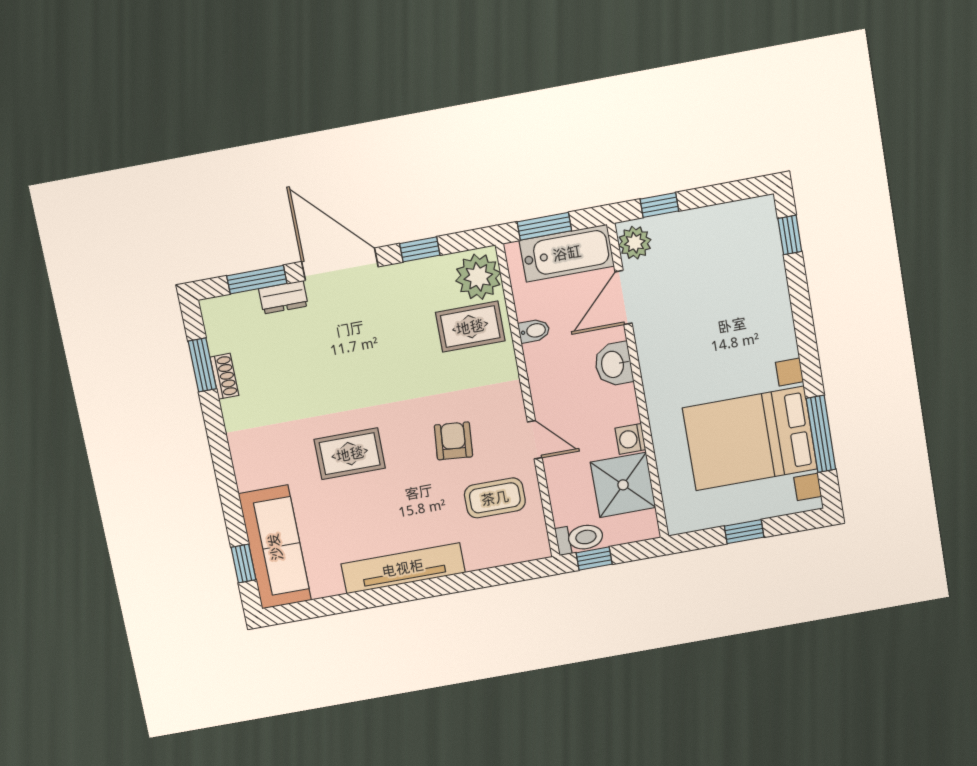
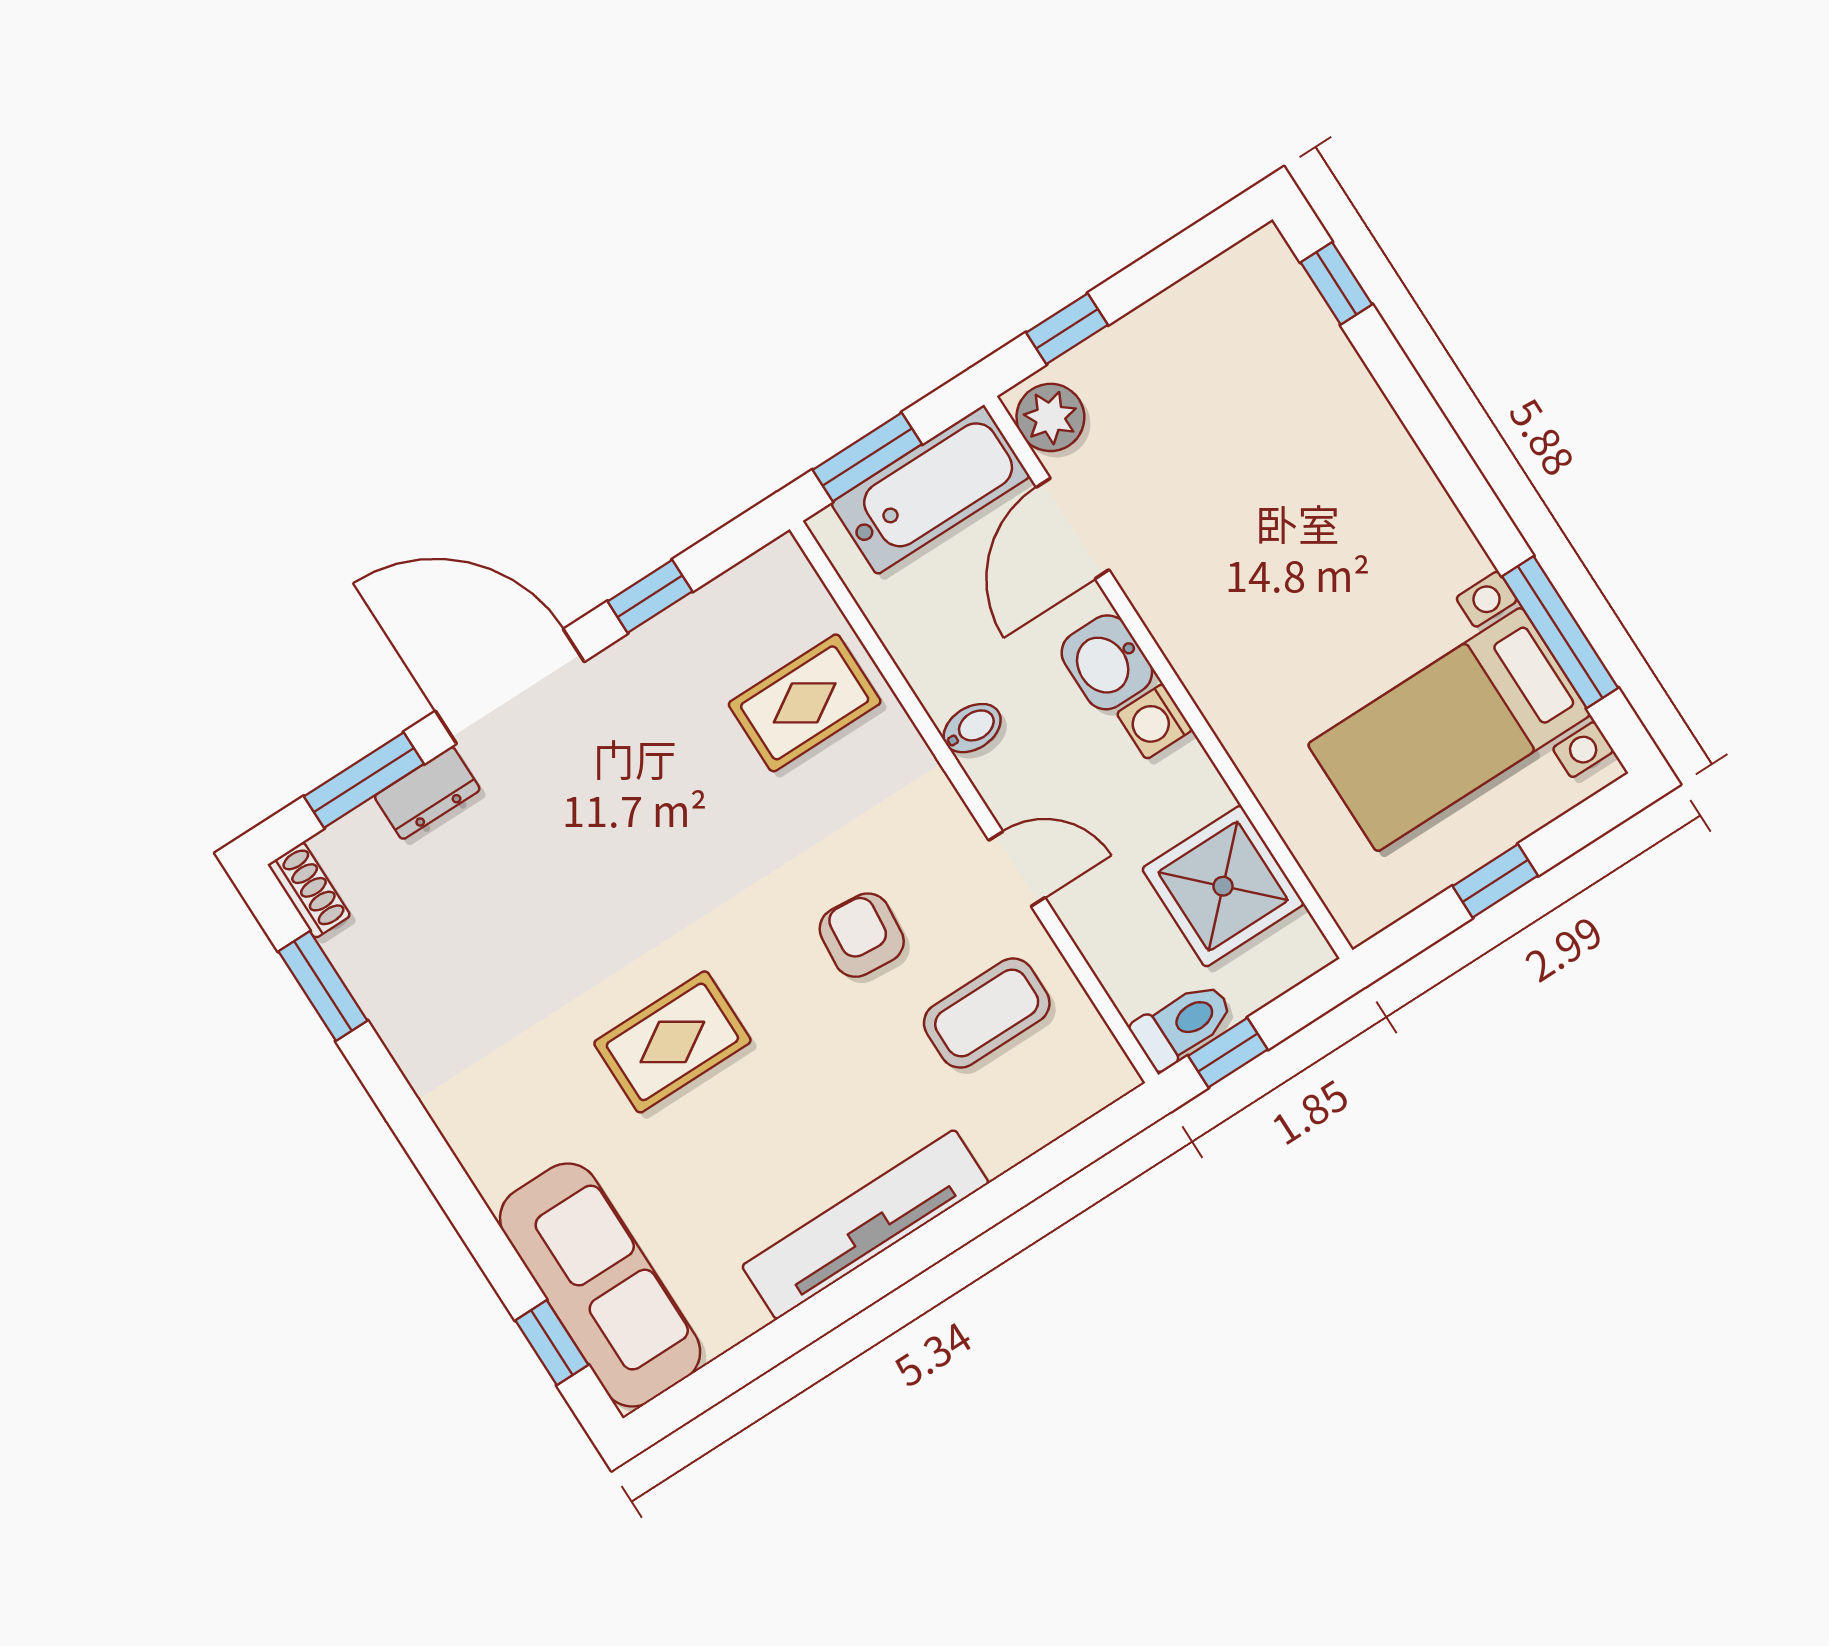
plant: (478, 277) -> (781, 603), removed
bidet: (534, 331) -> (972, 728), moved
shoe rack: (224, 376) -> (309, 890), moved
washing machine: (630, 439) -> (1155, 722), moved
bed with nightstands: (750, 439) -> (1449, 729), width x0.73

